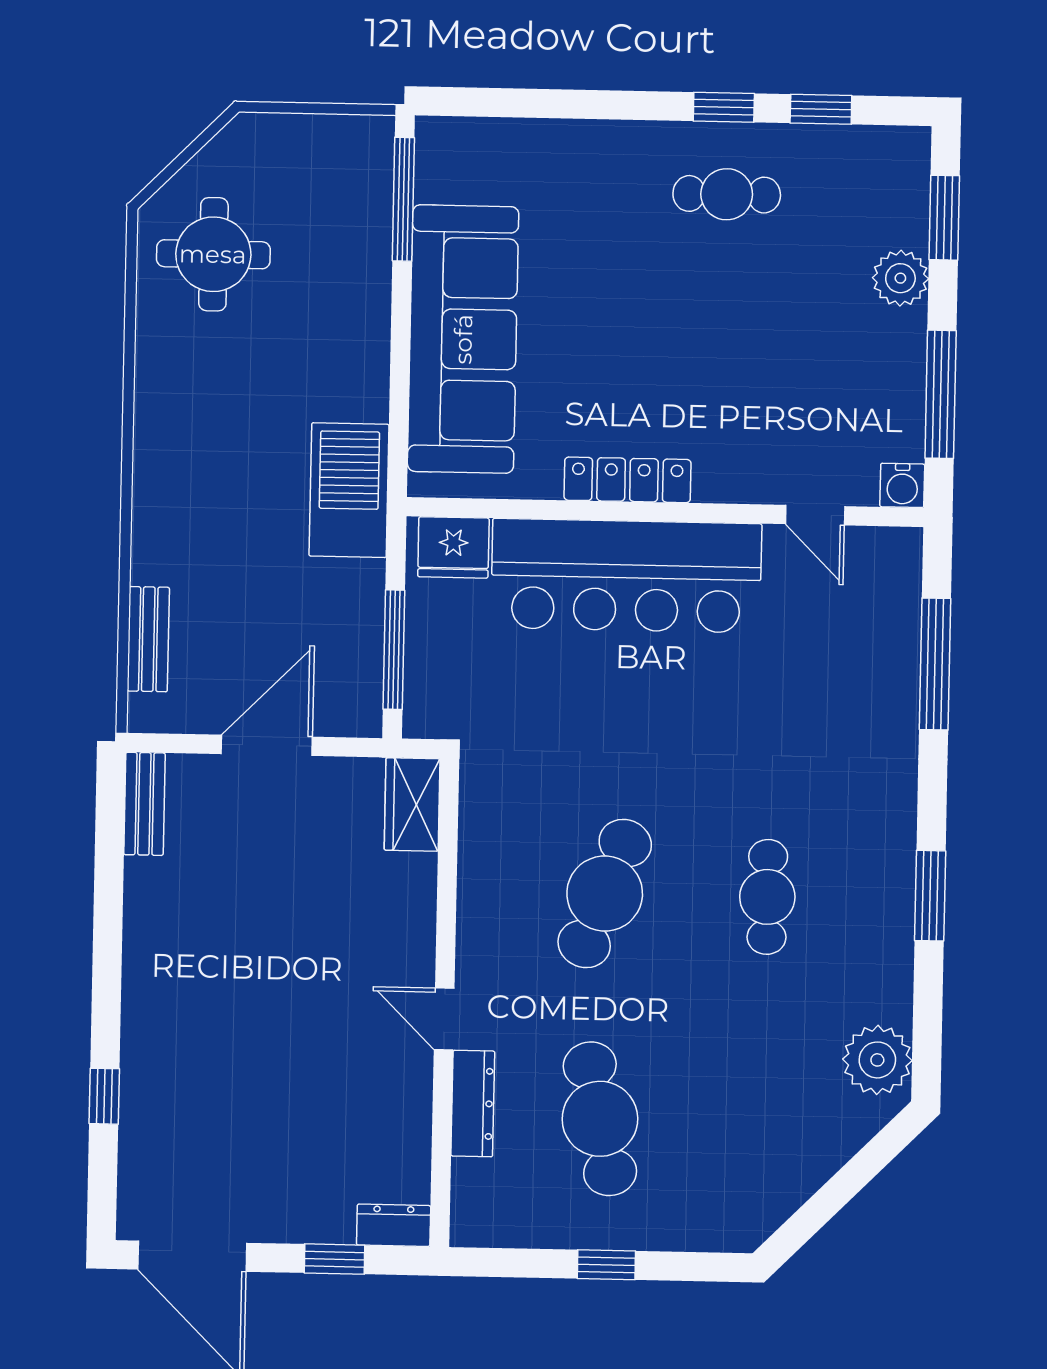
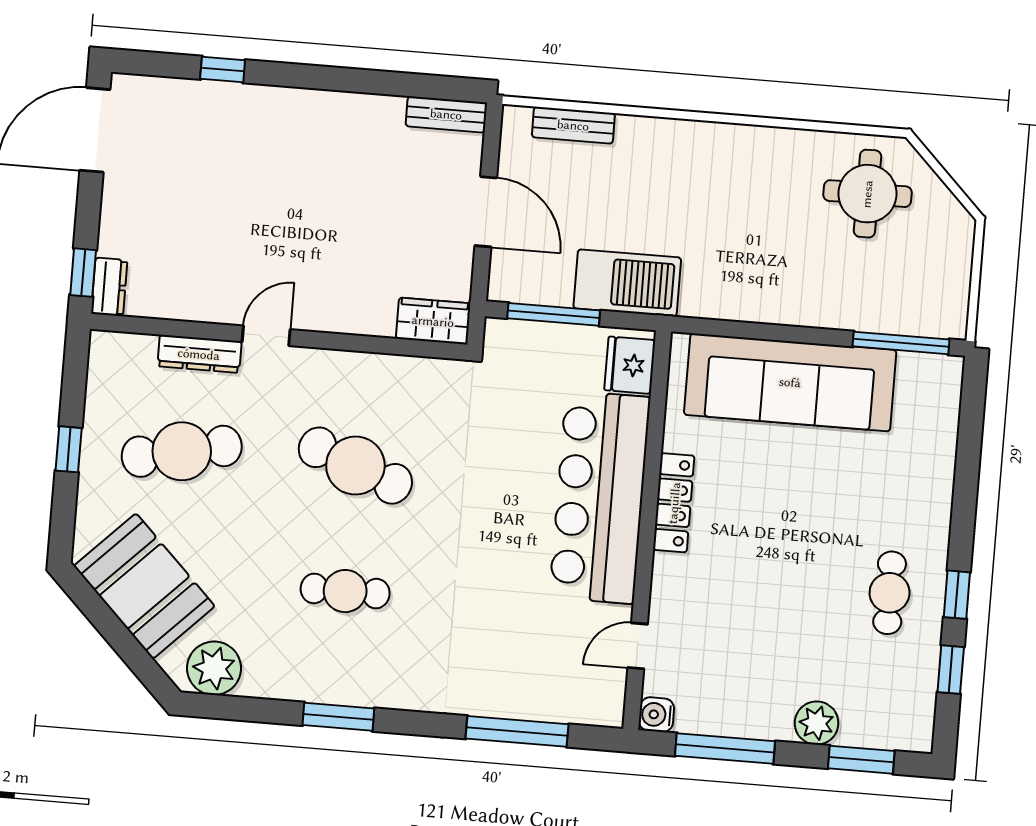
barbecue: (349, 490) -> (627, 283), moved
booth: (777, 1156) -> (144, 586), added
window: (334, 1259) -> (83, 273), moved

